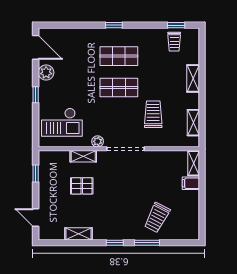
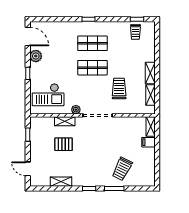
shelving: (193, 78) -> (150, 73), moved

